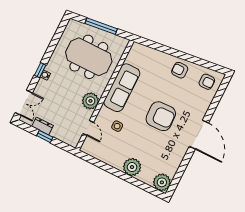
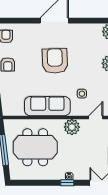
meeting table: (89, 57) -> (35, 147), turned 90

